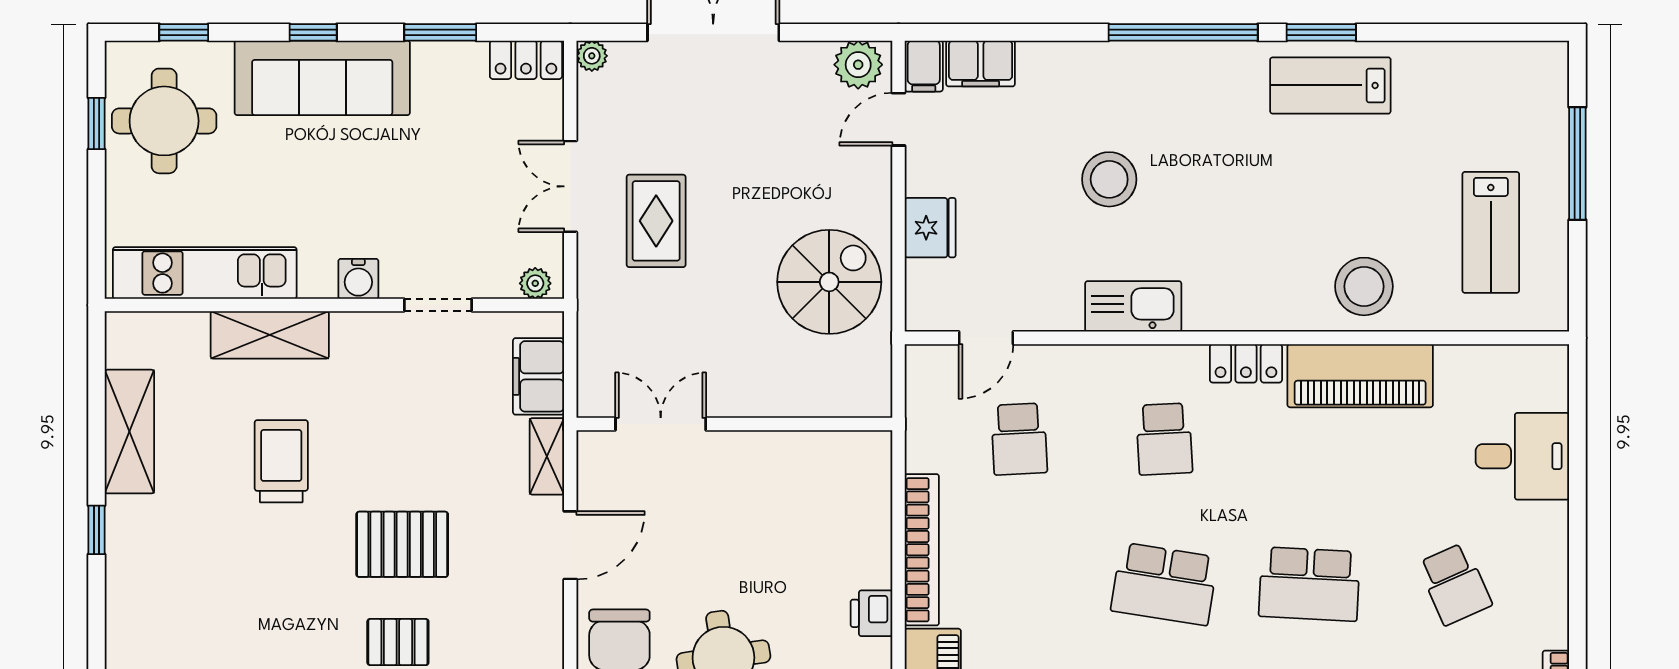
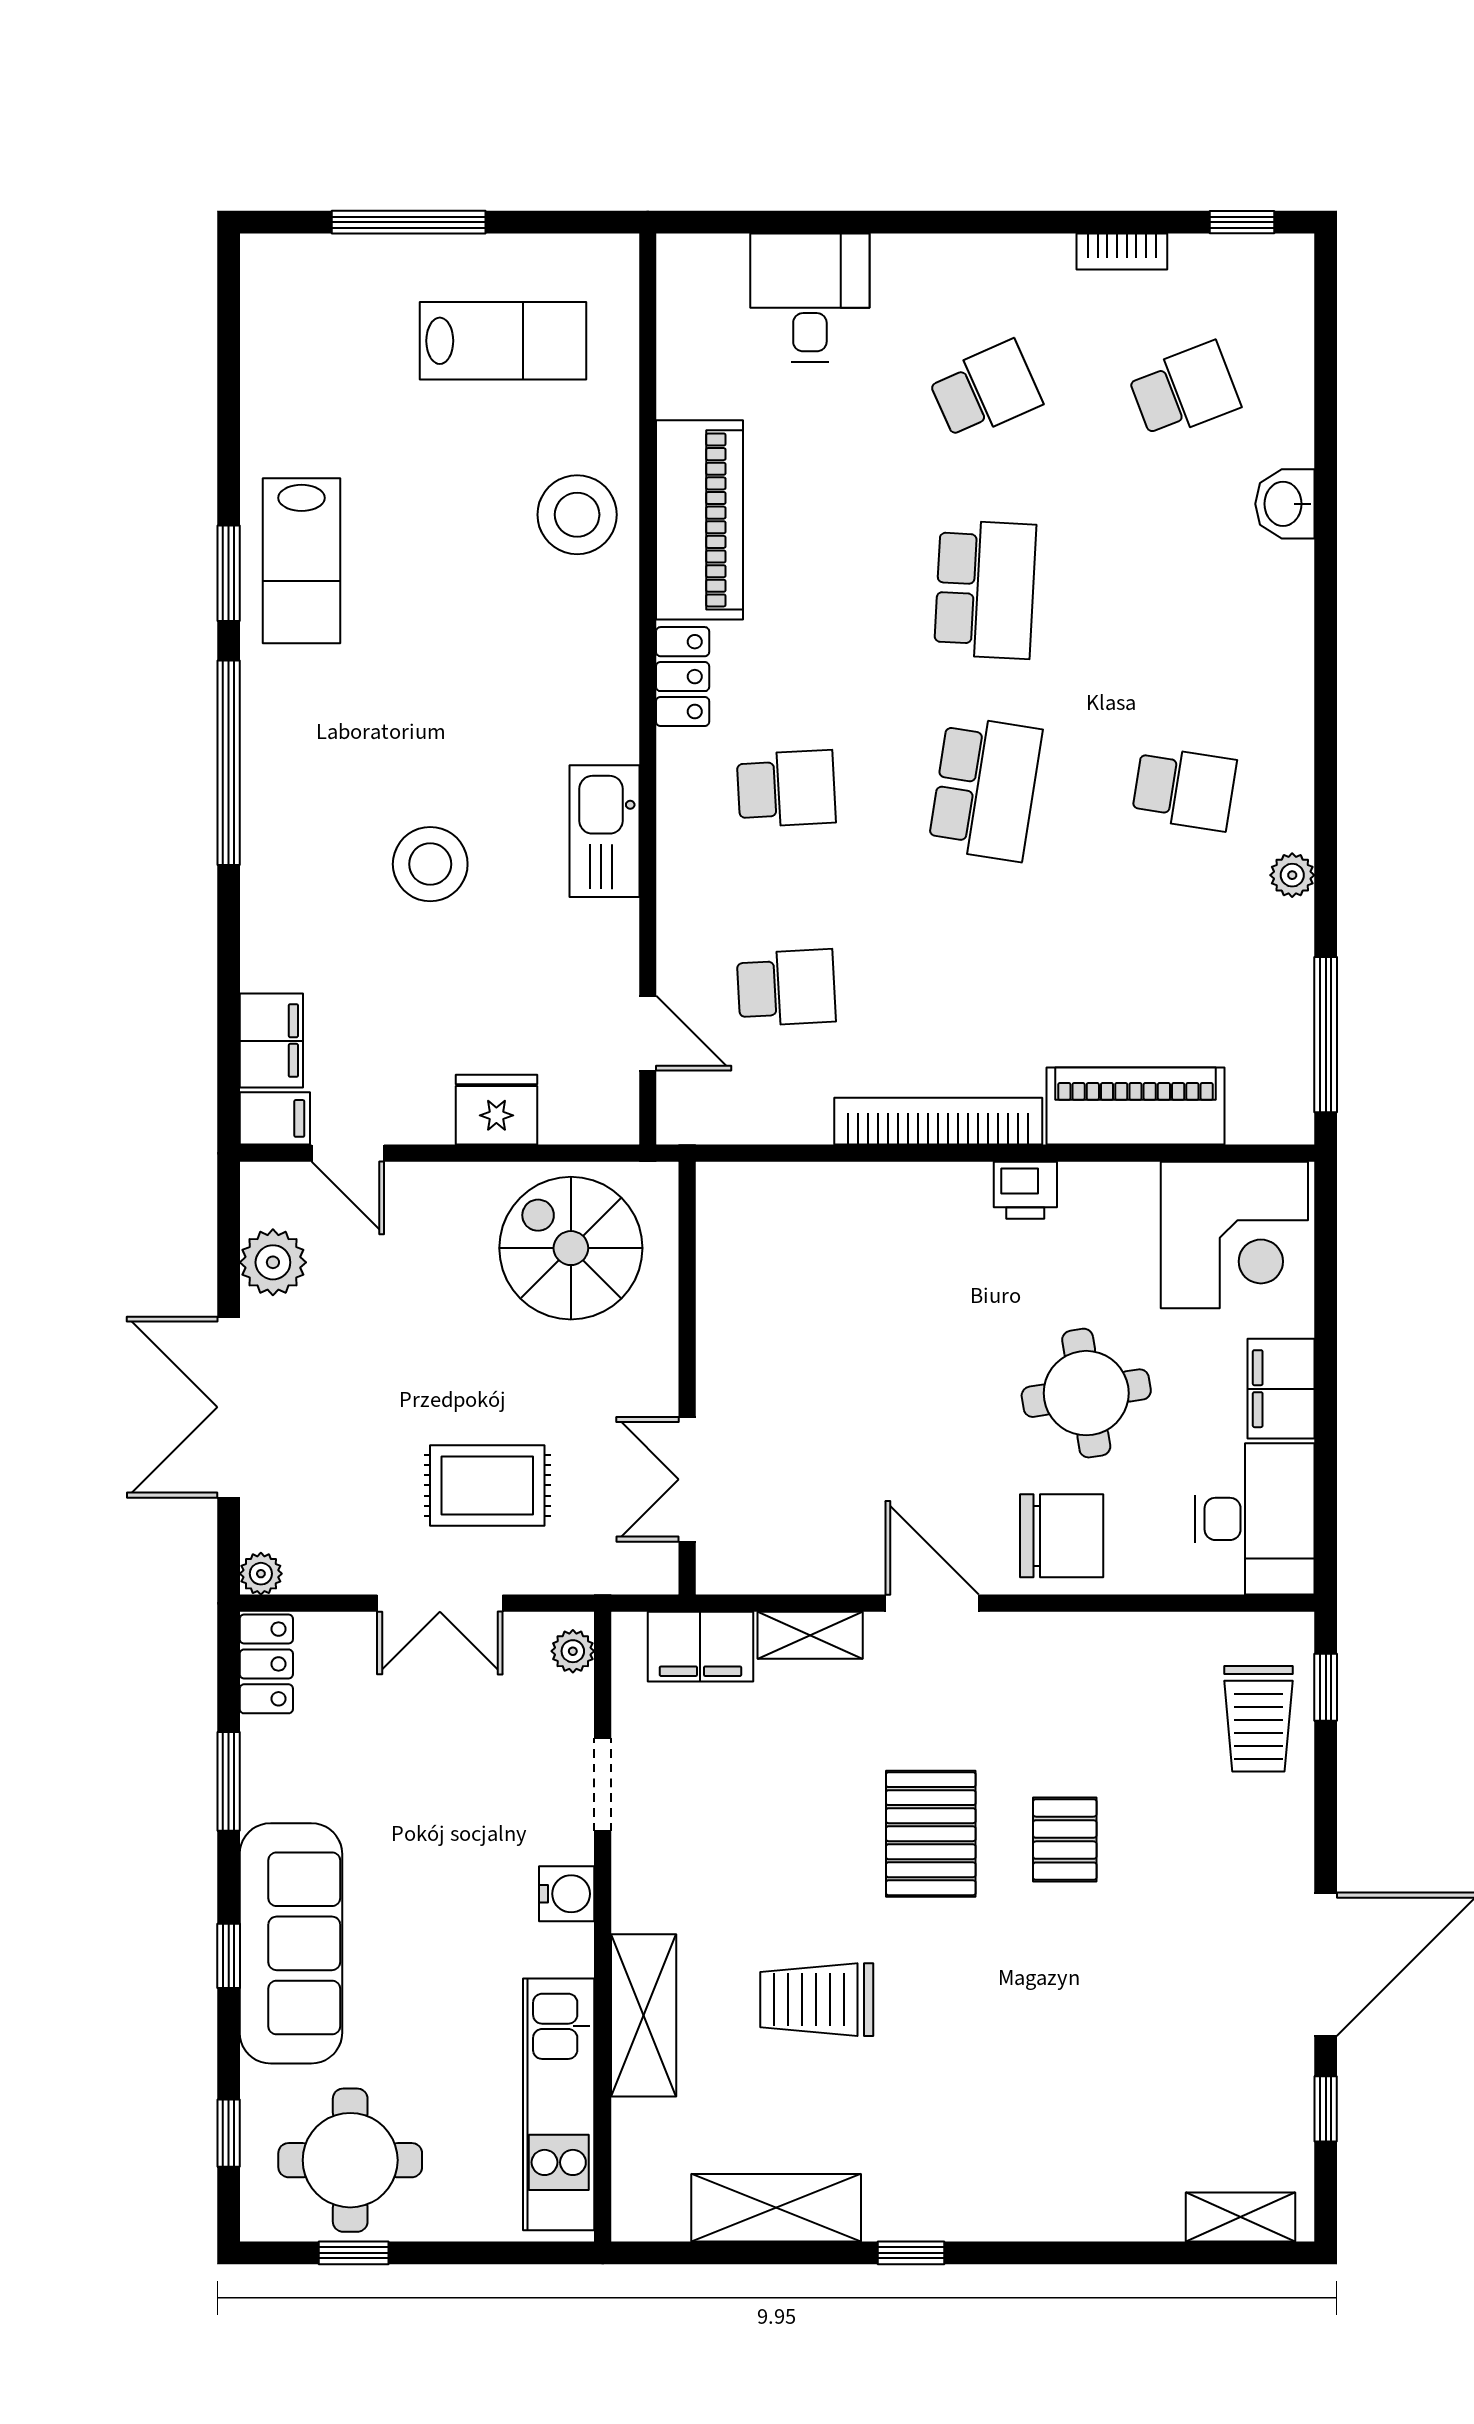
plant: (858, 65) -> (273, 1262), moved
double door: (661, 424) -> (687, 1479), moved
wall: (734, 424) -> (687, 1378), moved

